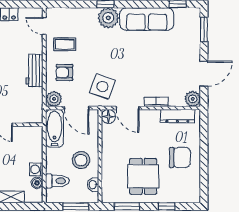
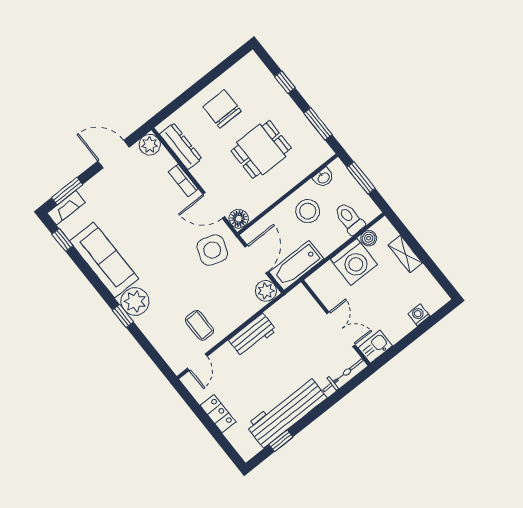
fireplace: (195, 21) -> (66, 208), added
armchair: (64, 73) -> (229, 302), removed
door: (128, 108) -> (214, 206), swing flipped
washing machine: (36, 169) -> (354, 262), width x1.89, depth x1.89
dining table: (143, 176) -> (261, 149), moved

